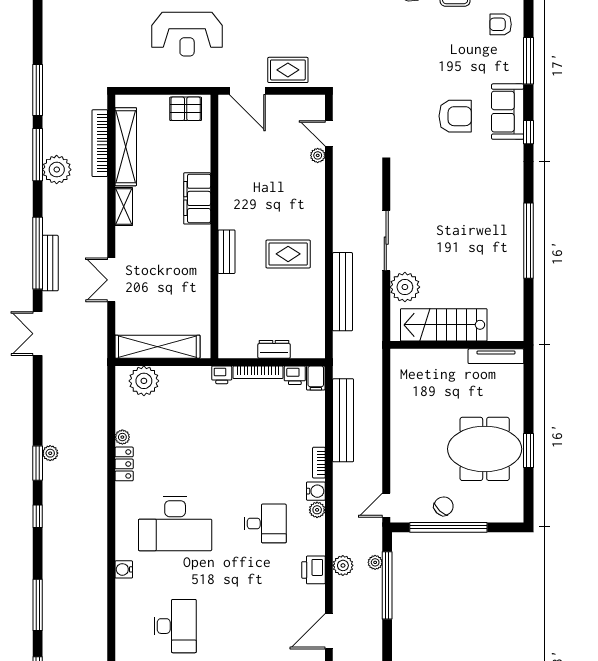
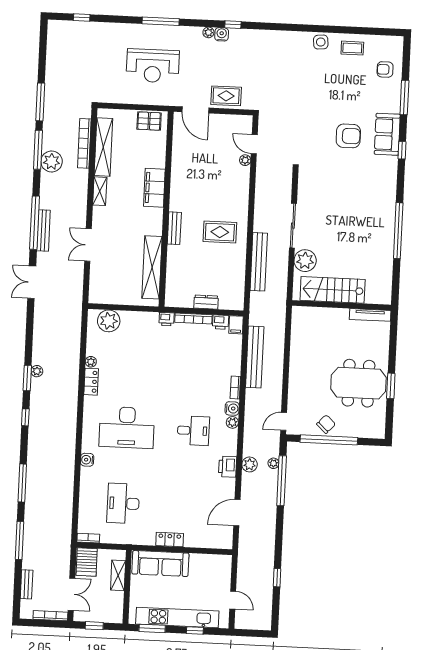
shelving: (157, 347) -> (152, 267), moved, turned 90
desk: (175, 626) -> (123, 503), turned 180

